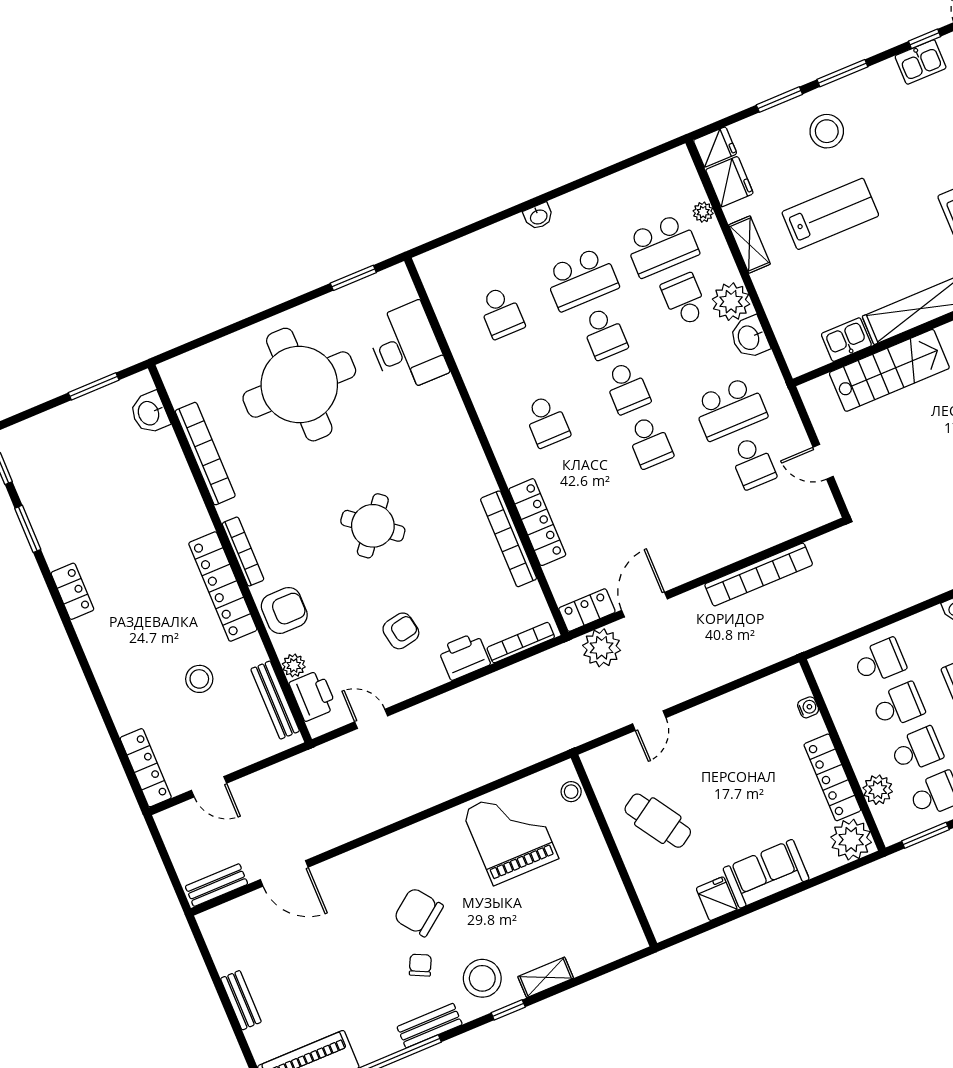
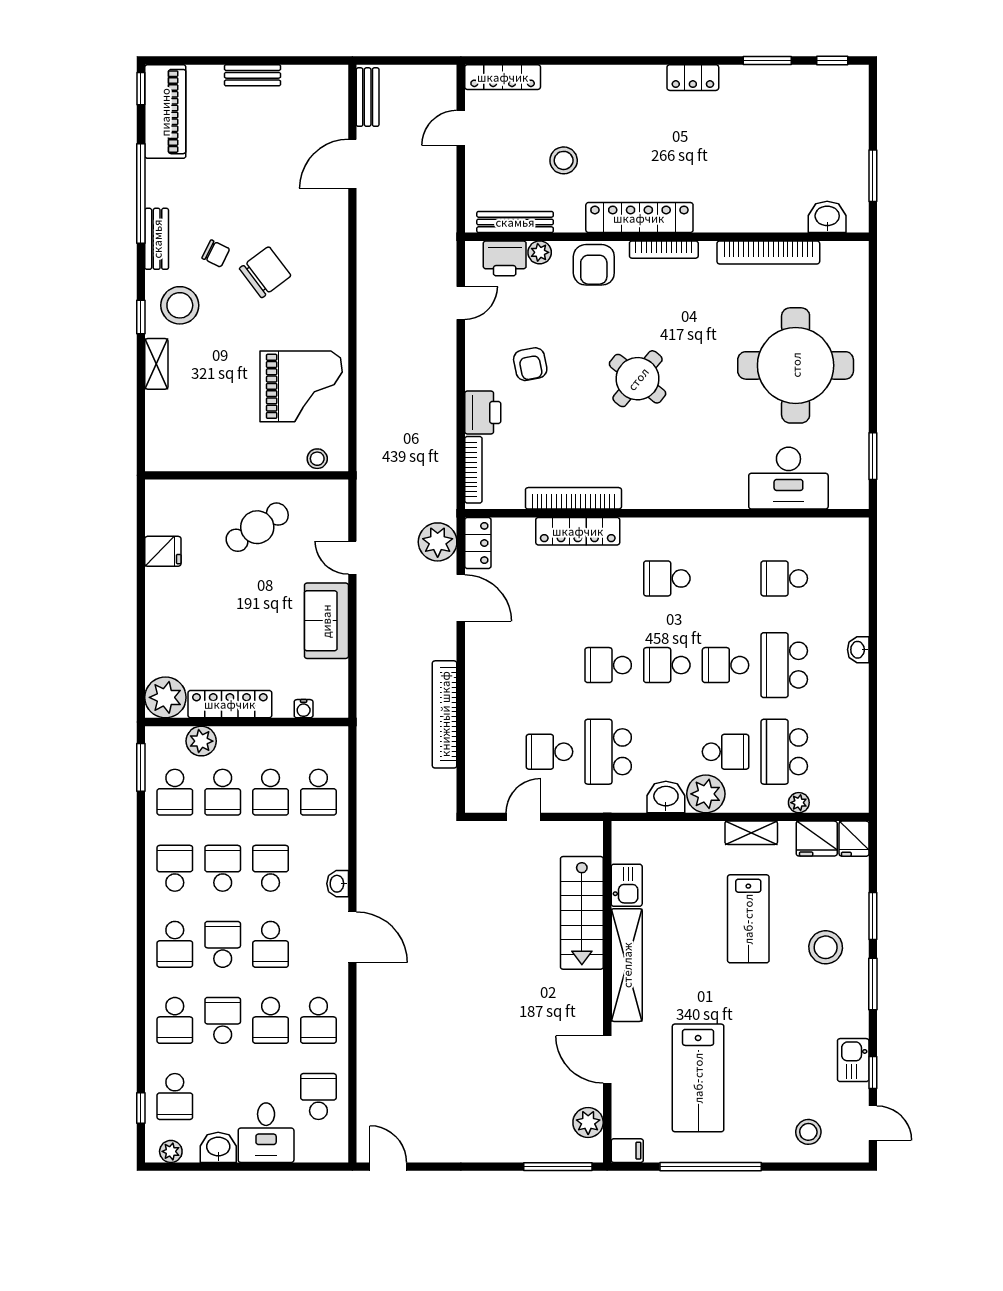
sofa: (766, 874) -> (326, 621), moved, turned 180

